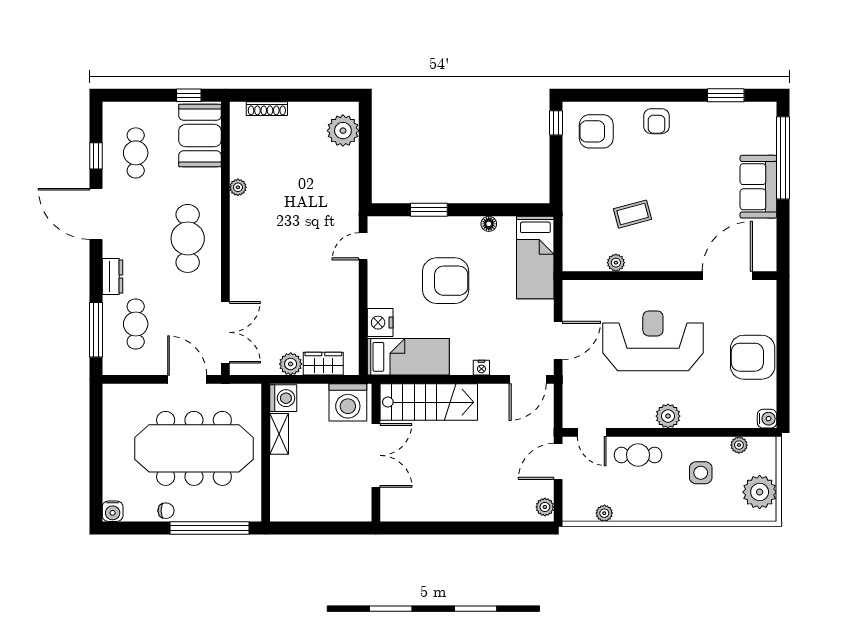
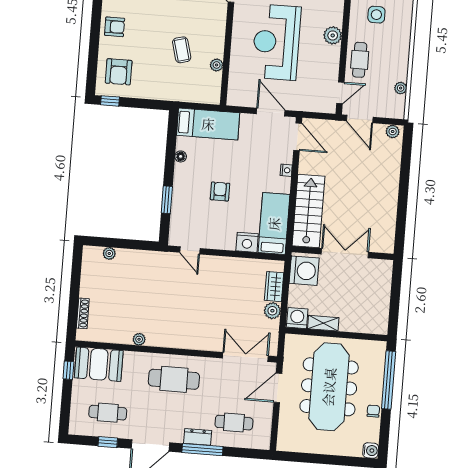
plant: (343, 131) -> (109, 253), width x0.53, depth x0.53
armchair: (446, 281) -> (220, 191), width x0.53, depth x0.53
window: (96, 330) -> (202, 450), moved

